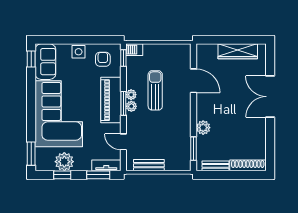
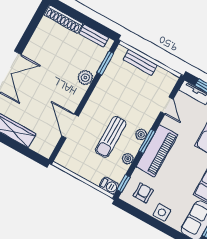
armchair: (103, 59) -> (143, 193), turned 180
plant: (131, 95) -> (128, 159), moved
bench: (149, 165) -> (140, 62), moved

